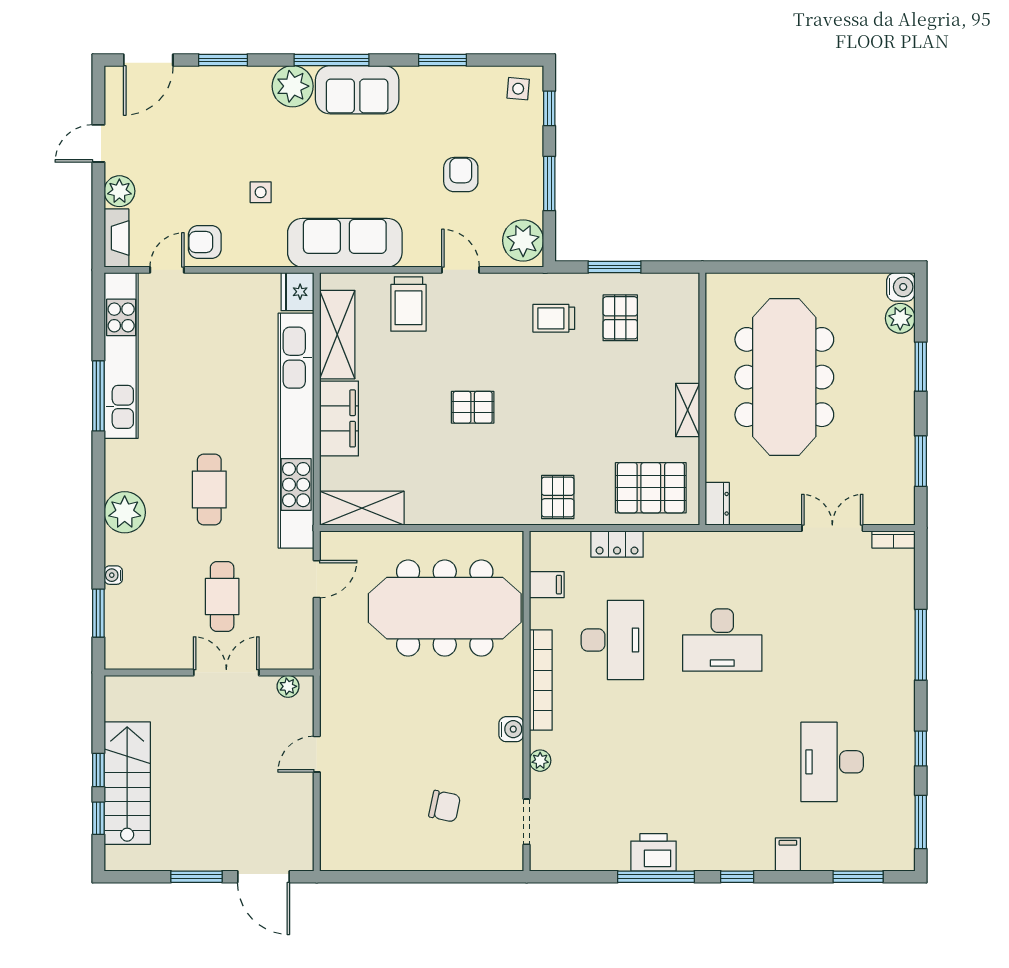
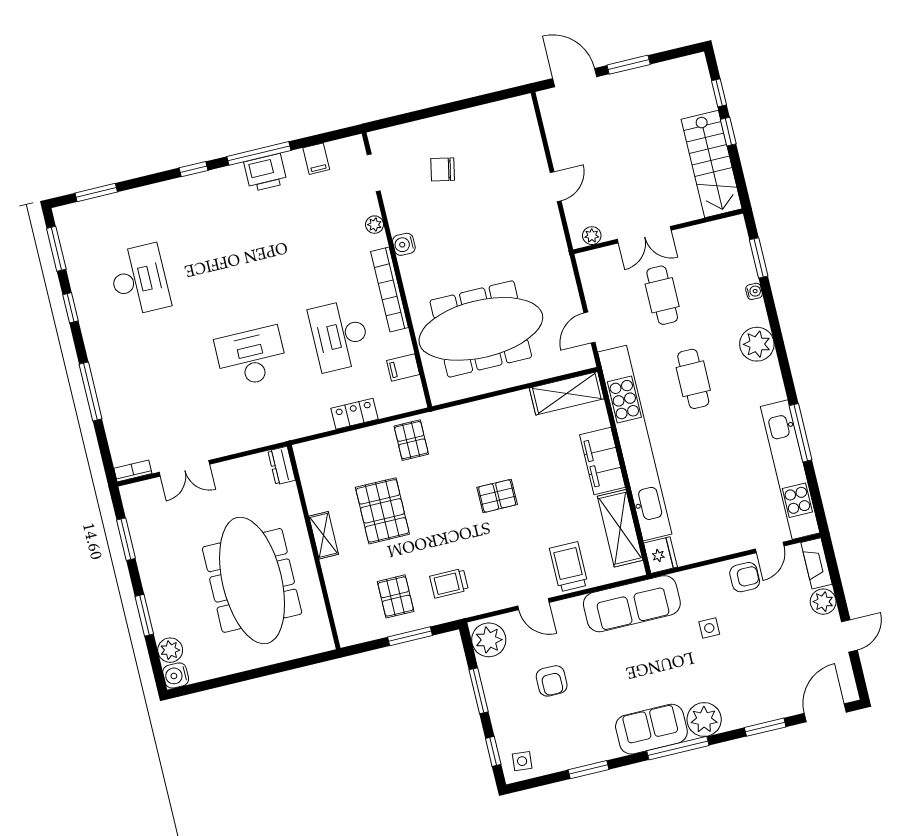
trolley: (554, 318) -> (449, 583), turned 180
pallet: (651, 488) -> (382, 511), moved, turned 90
stairs: (127, 783) -> (712, 164), moved
filing cabinet: (788, 854) -> (316, 159), moved

